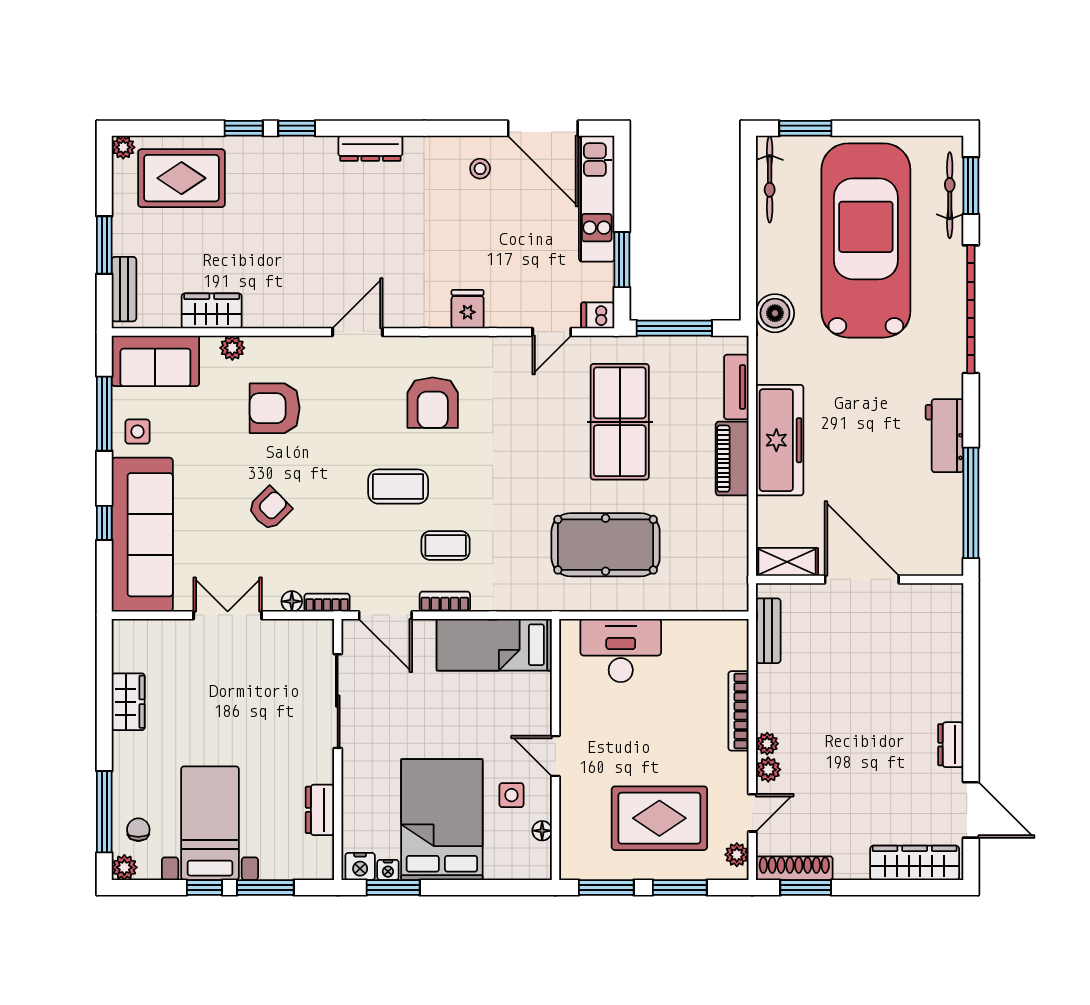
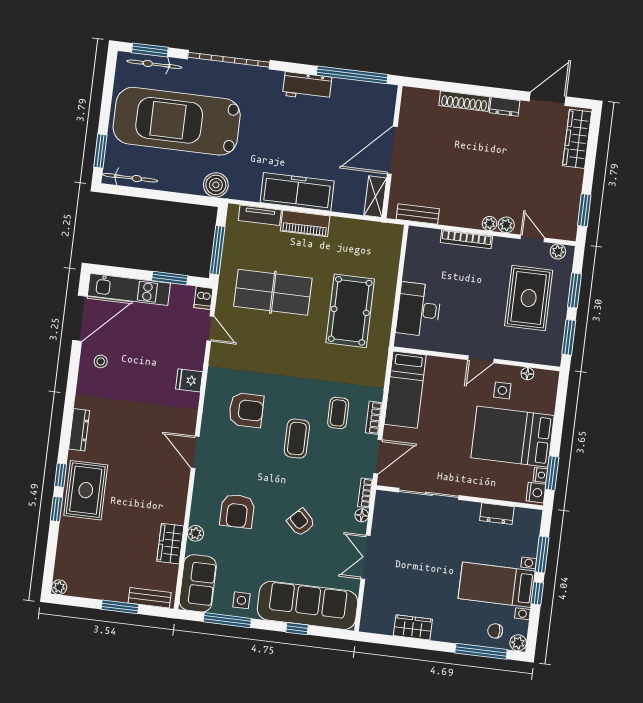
rug: (181, 178) -> (86, 490), moved
shoe rack: (794, 868) -> (464, 101), moved, turned -90

